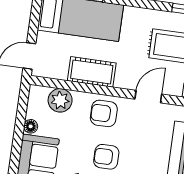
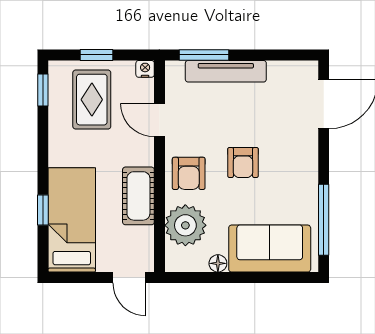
plant: (60, 100) -> (185, 225), width x1.36, depth x1.36

